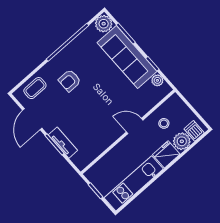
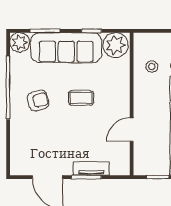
plant: (157, 80) -> (116, 45), width x1.88, depth x1.88
armchair: (70, 81) -> (38, 101), moved, turned -106
coffee table: (35, 88) -> (81, 98), moved, turned 90
door: (135, 126) -> (132, 130), moved

